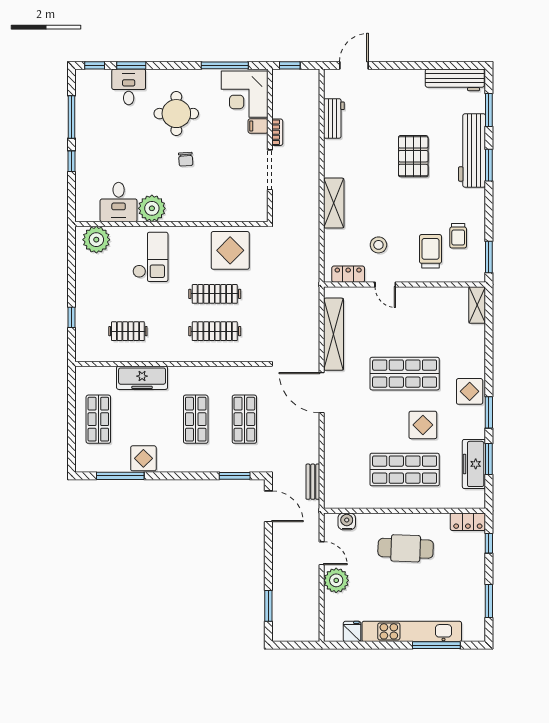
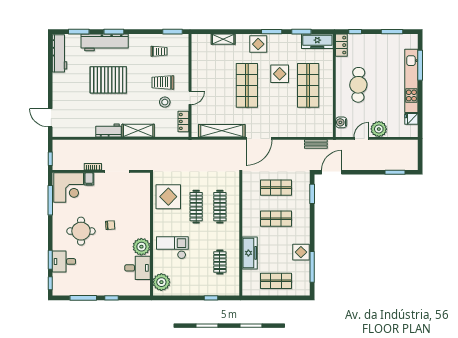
workbench: (334, 118) -> (109, 130), moved
pallet: (413, 156) -> (108, 80), width x1.37, depth x1.41
trolley: (431, 251) -> (163, 82), moved
shelving: (477, 305) -> (223, 39), moved
freezer: (474, 464) -> (317, 41), moved

